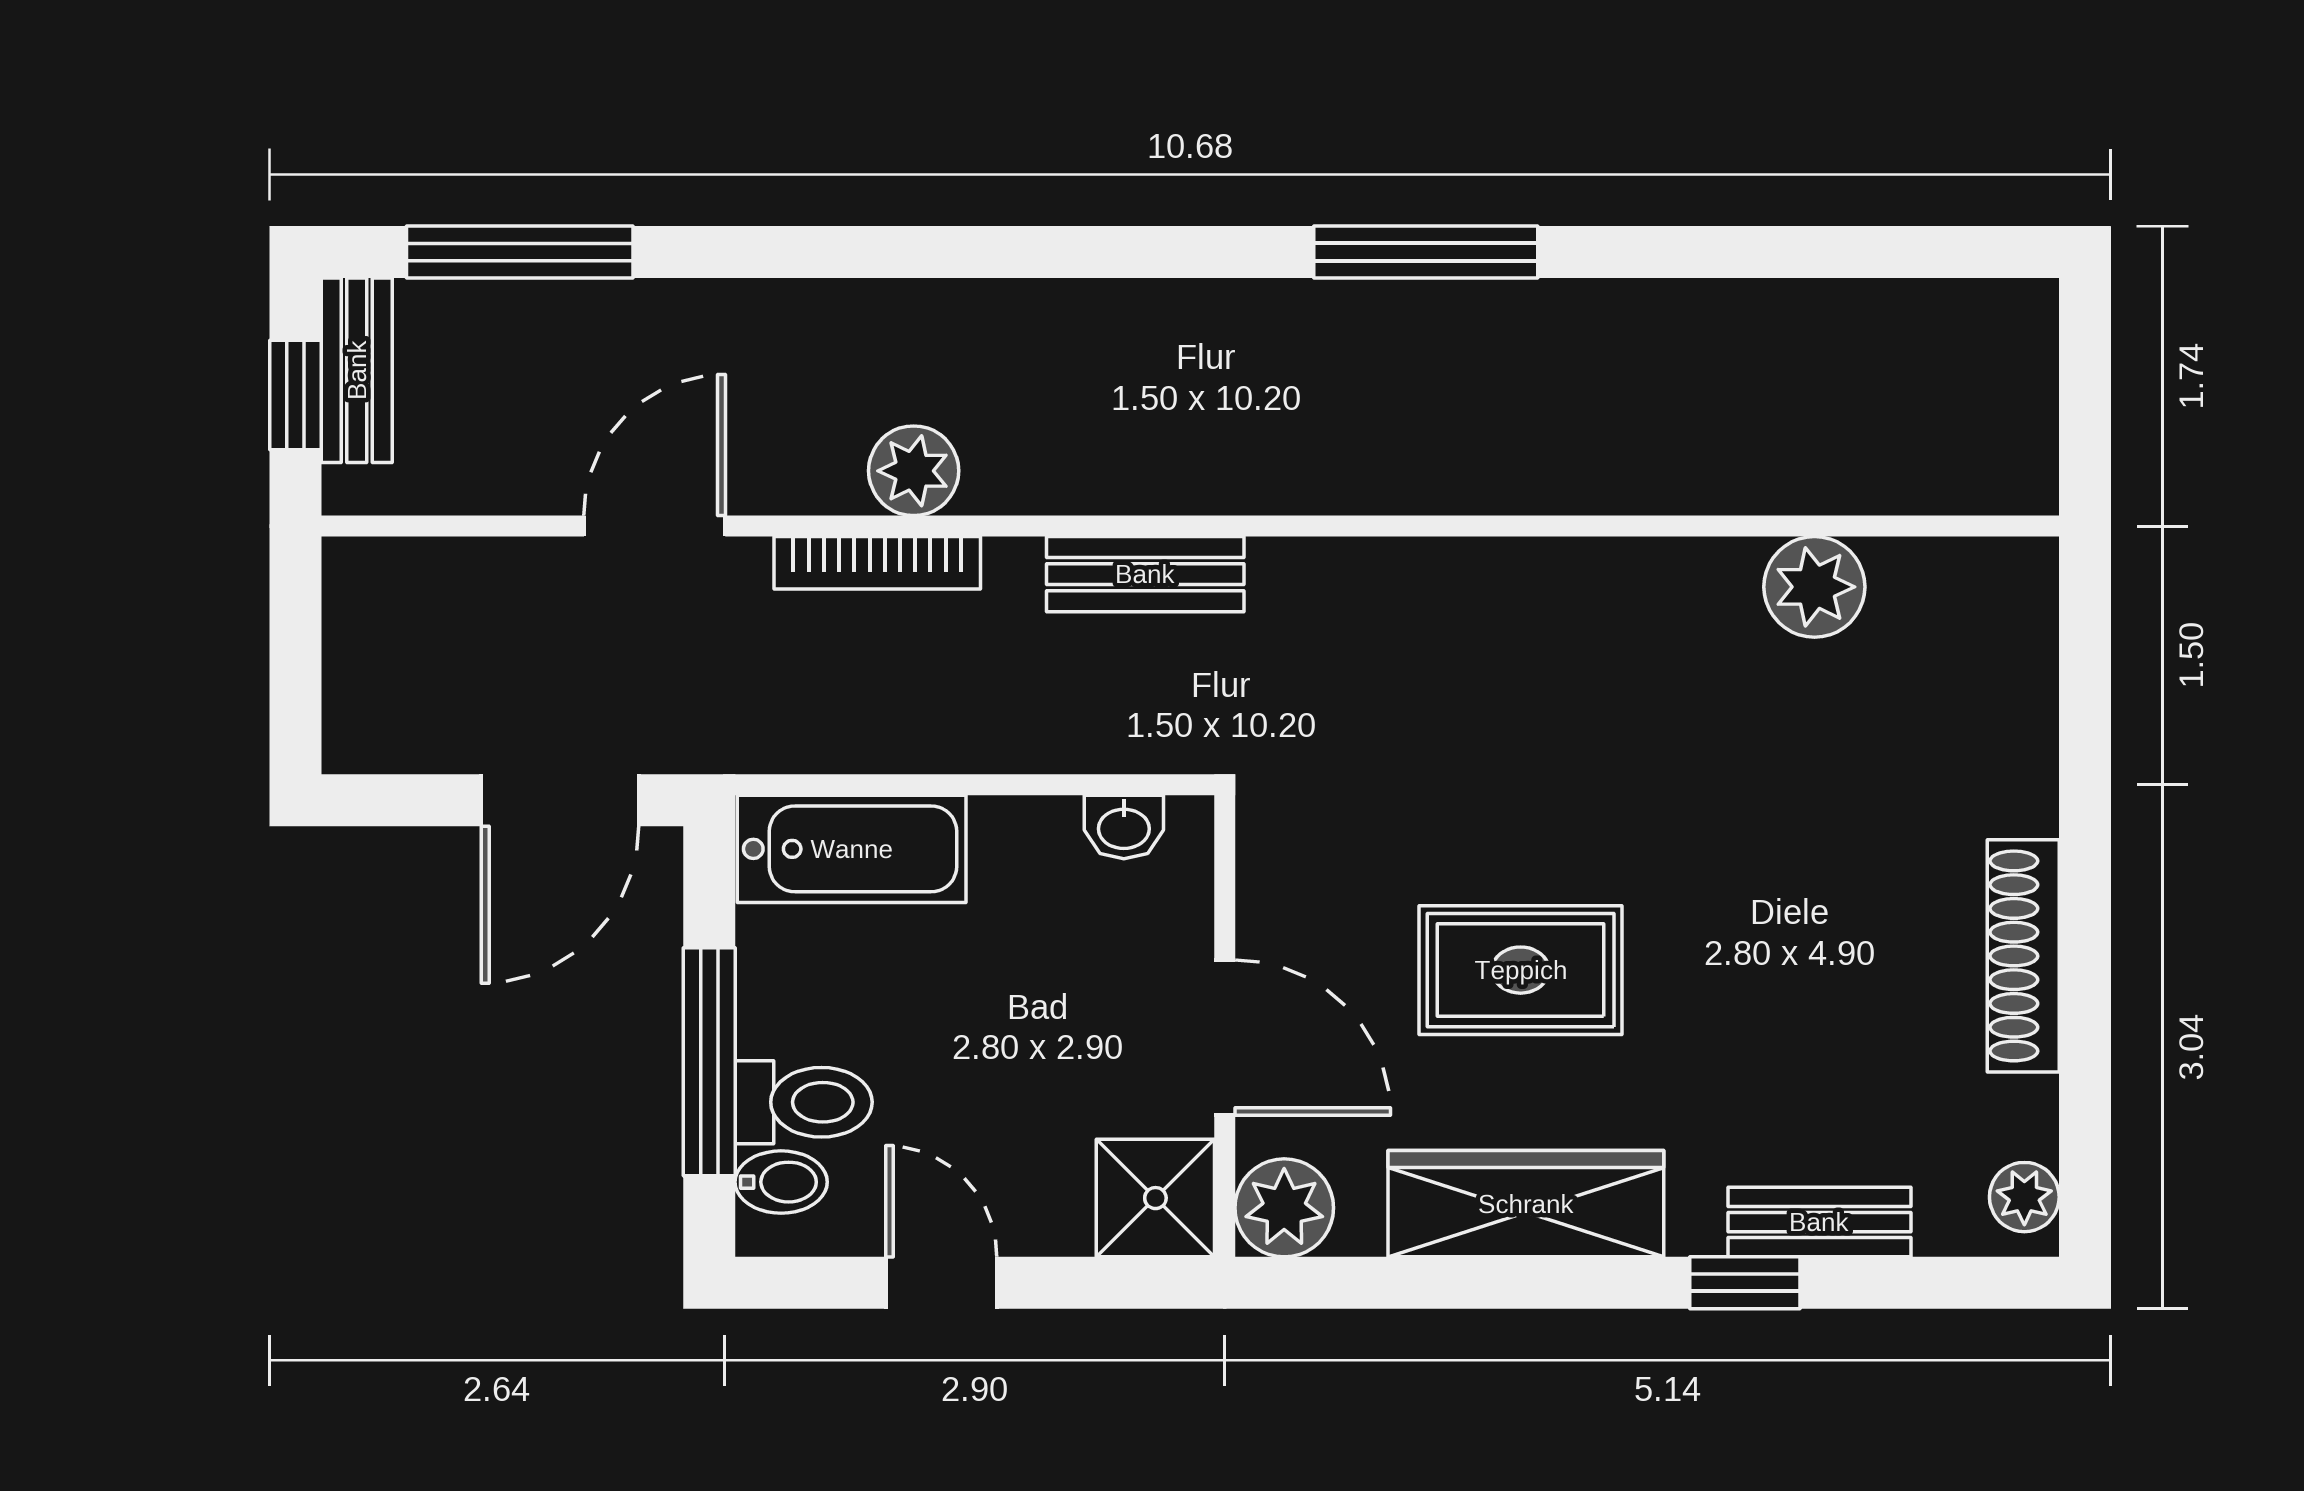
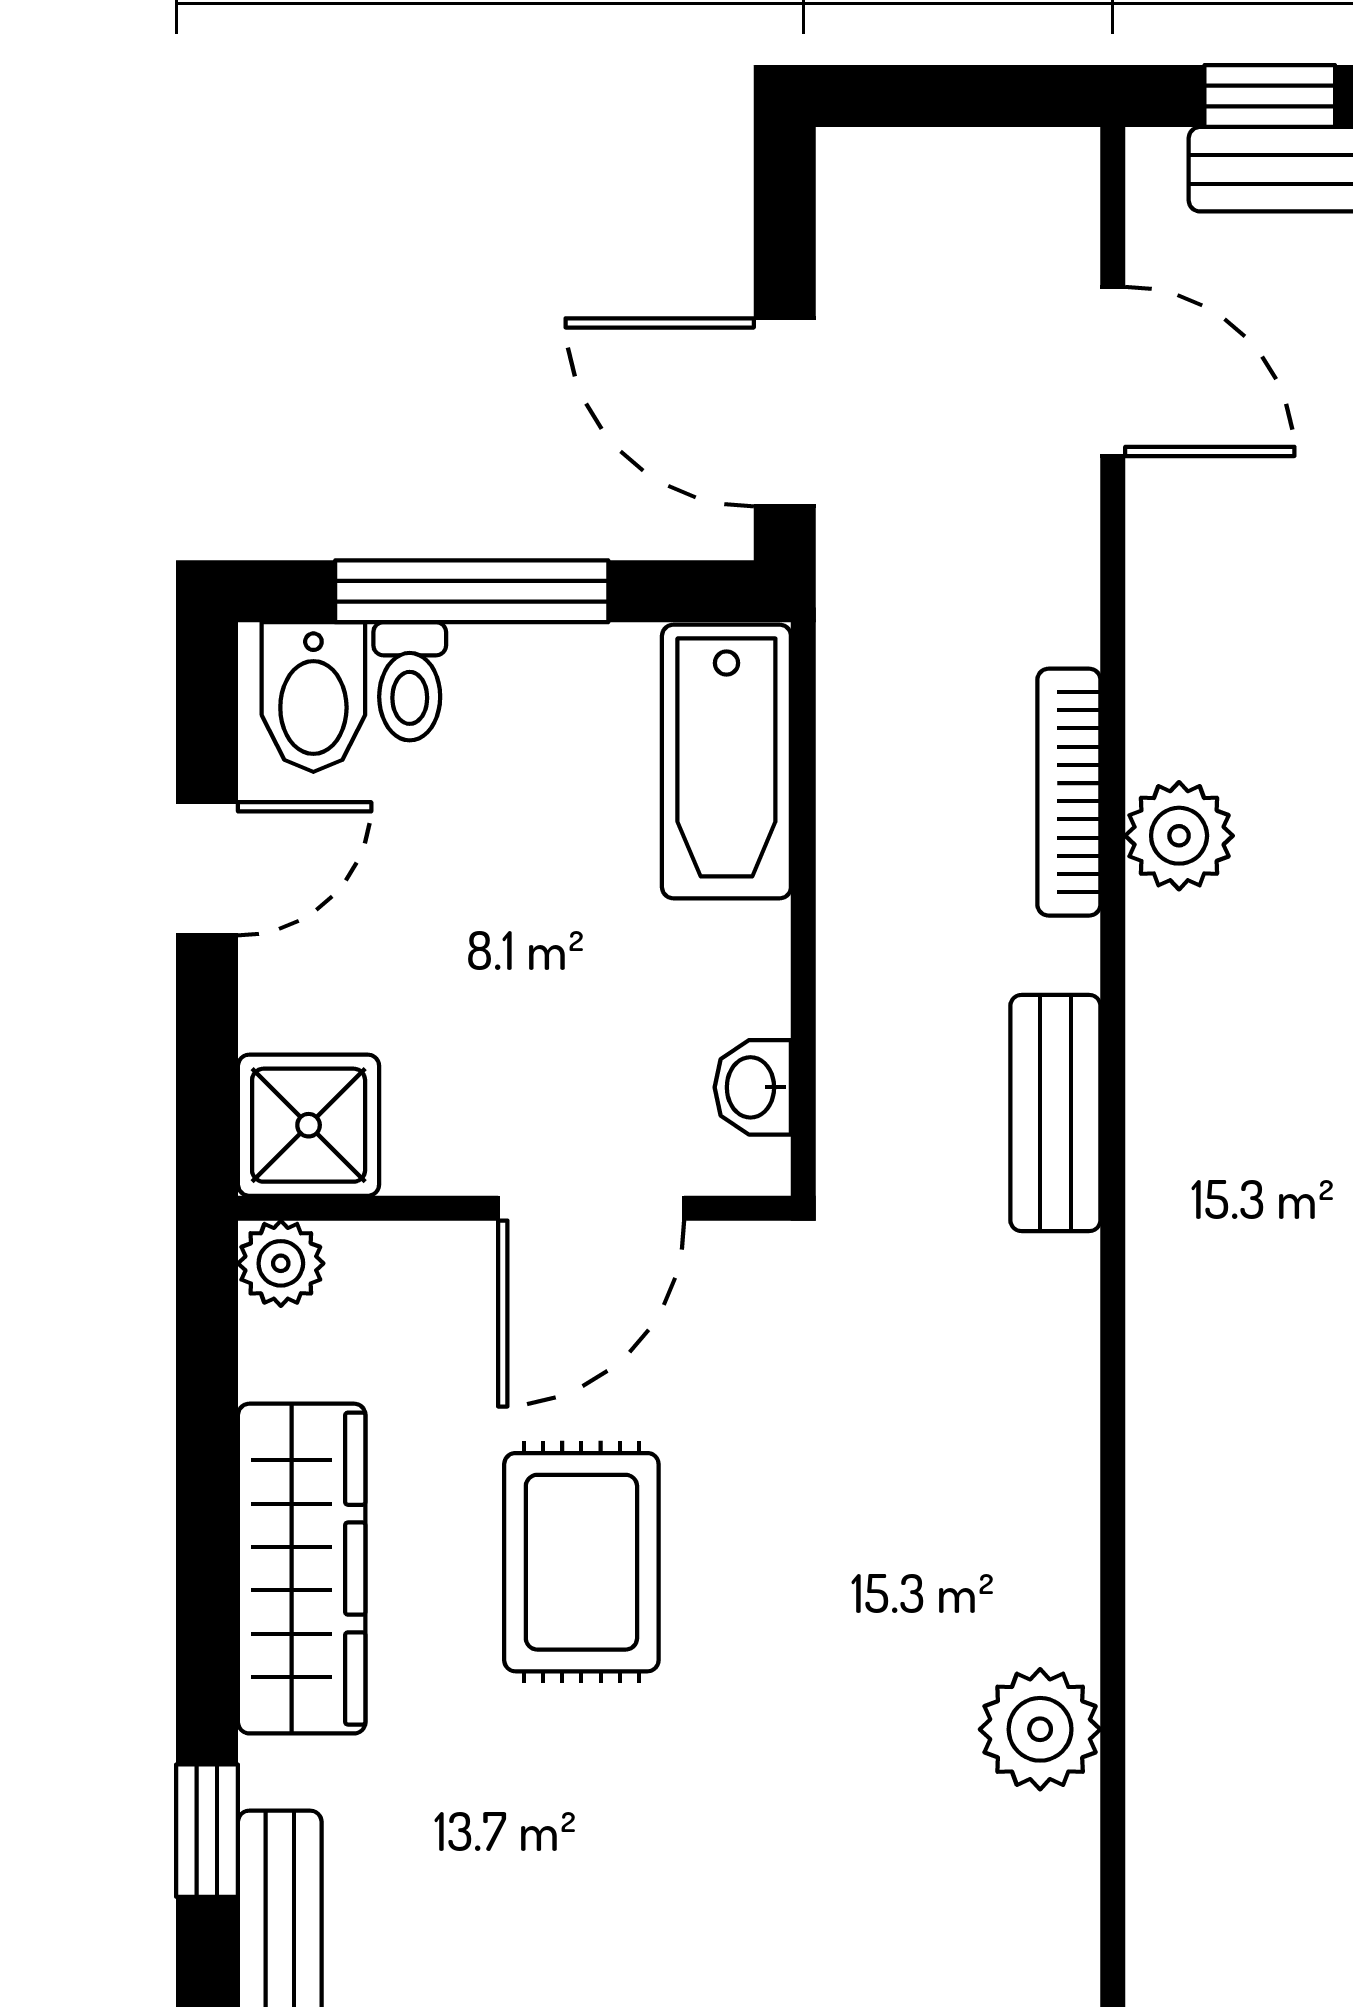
door: (655, 526) -> (1113, 371), moved
plant: (1814, 587) -> (1040, 1729), moved
door: (1225, 1038) -> (591, 1208), moved
toilet: (804, 1102) -> (410, 681), width x0.73, depth x0.72
bidet: (781, 1182) -> (313, 697), width x1.38, depth x1.36
plant: (1284, 1208) -> (281, 1263), width x0.73, depth x0.73

